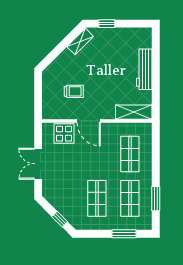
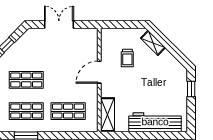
shelving: (80, 42) -> (153, 43), moved
workbench: (144, 69) -> (155, 122), width x1.36, depth x1.32
display table: (64, 134) -> (87, 49), removed

